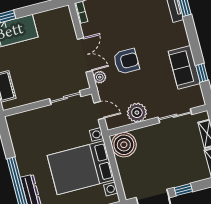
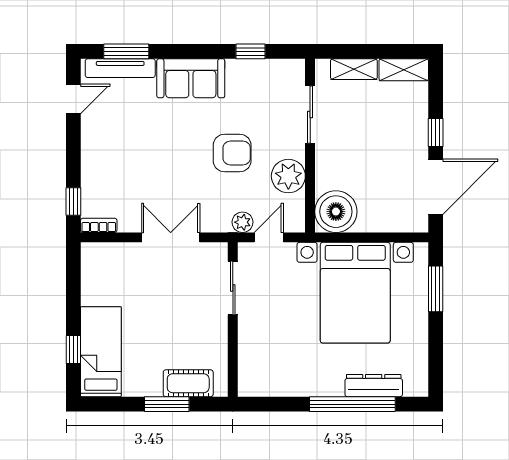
armchair: (126, 61) -> (232, 153), moved, turned 90
sofa: (184, 67) -> (191, 78), moved
plant: (100, 77) -> (243, 222), moved

